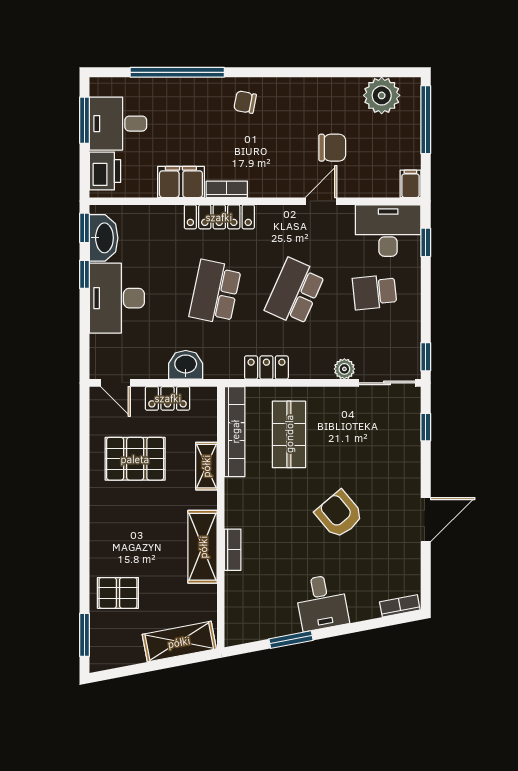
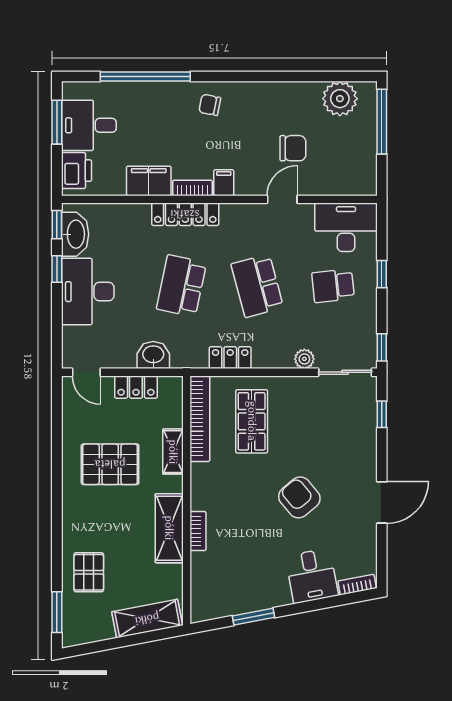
filing cabinet: (410, 184) -> (224, 183), moved
window: (426, 242) -> (382, 274), moved
school desk: (295, 292) -> (257, 286), turned -39
pallet: (135, 459) -> (110, 464), moved
pallet: (118, 593) -> (89, 572), turned 90
desk: (322, 602) -> (312, 576), moved

